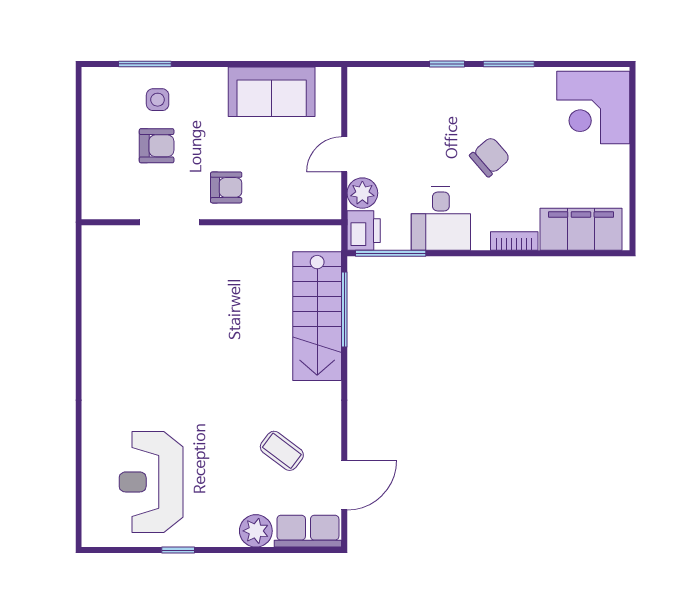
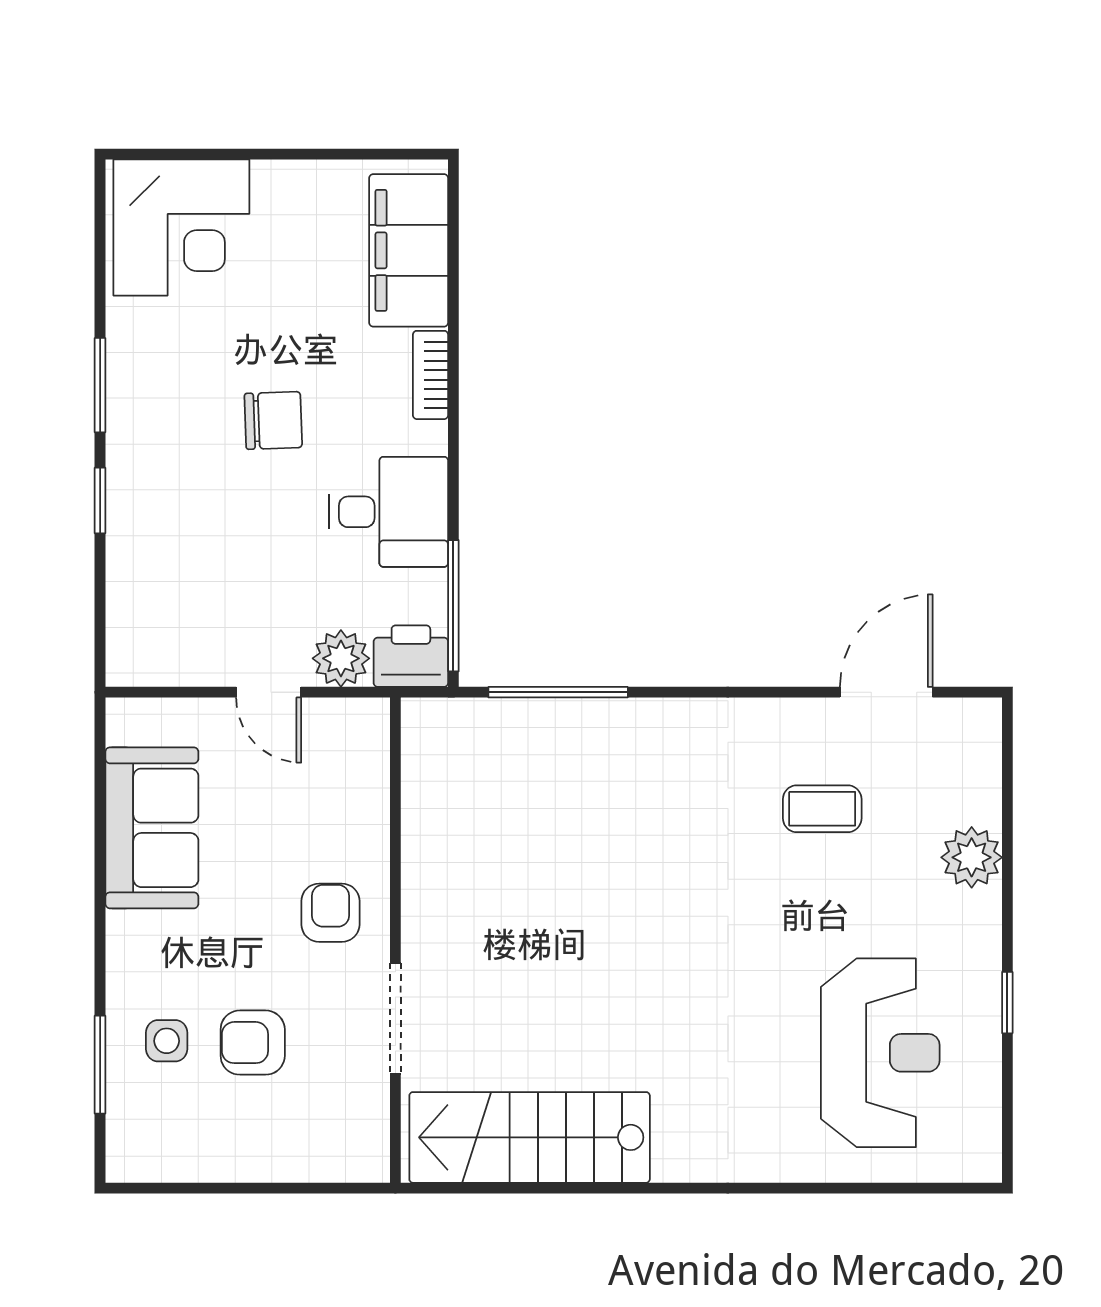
armchair: (157, 146) -> (253, 1043), turned -90
chair: (490, 157) -> (273, 420), turned 129
stairs: (317, 316) -> (530, 1137), moved, turned 180
coffee table: (282, 451) -> (822, 809), turned 53
reception desk: (151, 482) -> (880, 1053), turned -90
door: (344, 485) -> (886, 692), hinge flipped
row of seats: (308, 531) -> (972, 760), removed

